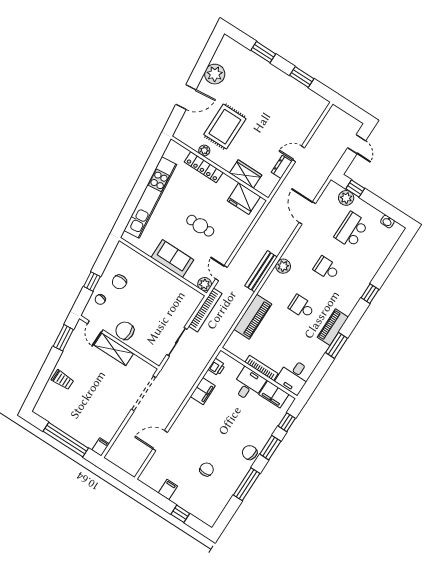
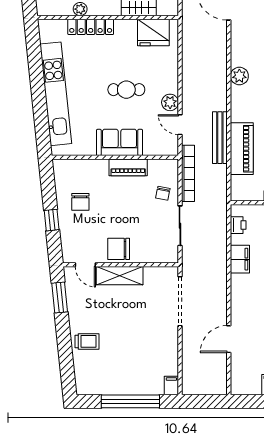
bench: (261, 271) -> (220, 138), moved
piano: (167, 279) -> (128, 167), added
plant: (205, 284) -> (170, 102), moved
chair: (100, 299) -> (163, 193), moved

